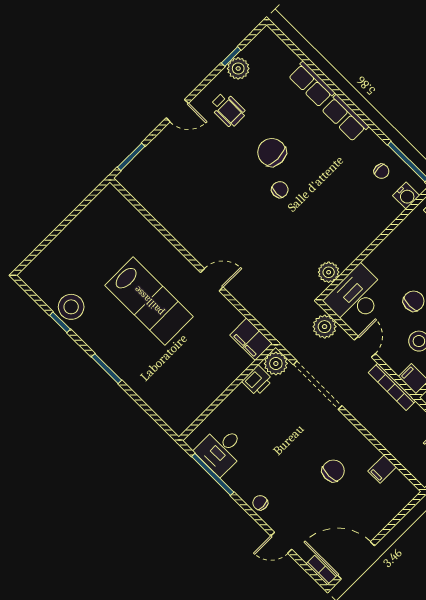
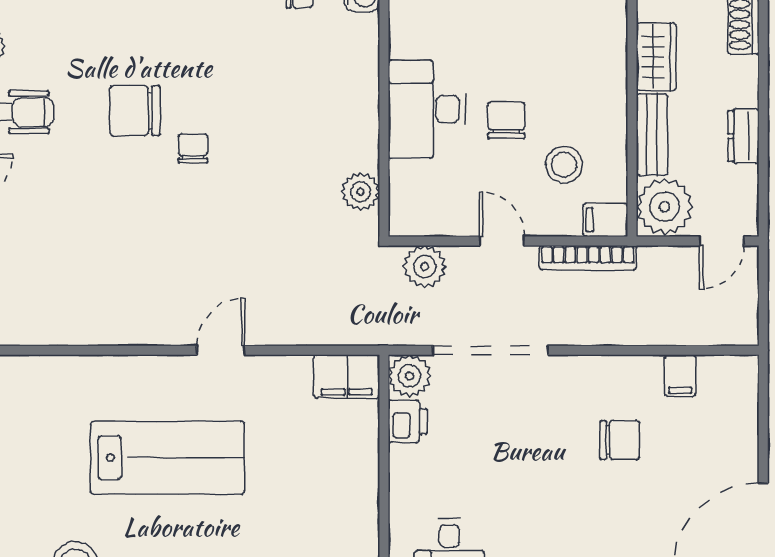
desk: (356, 296) -> (427, 109), moved
chair: (333, 471) -> (620, 440), turned 90

